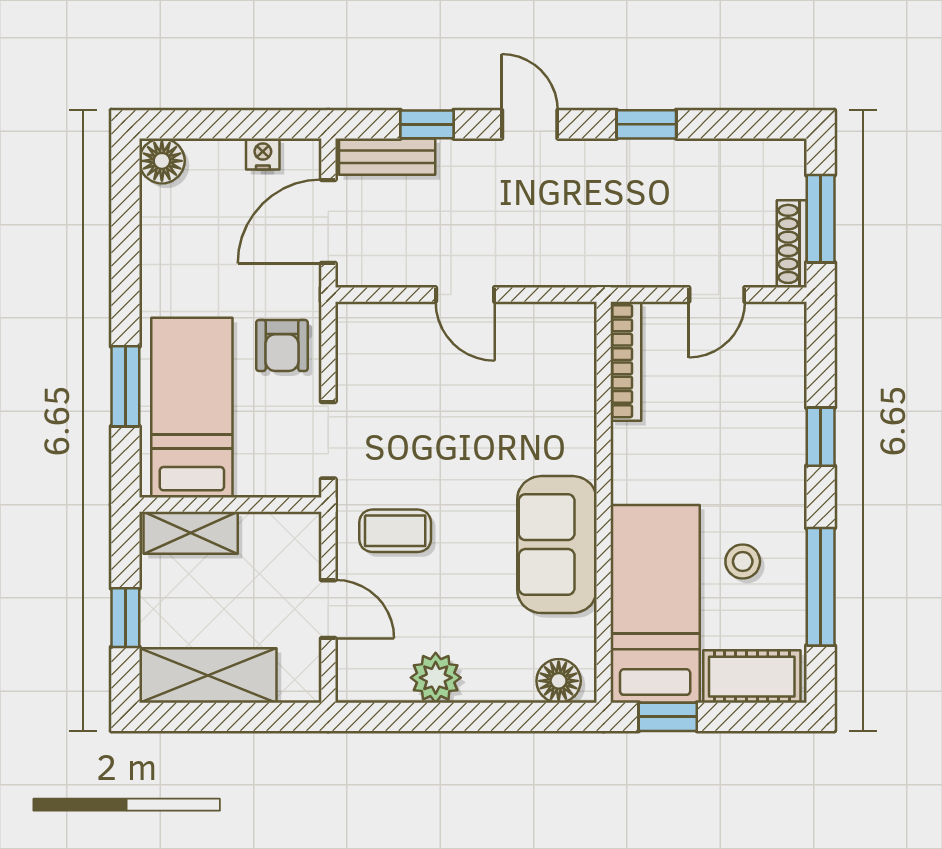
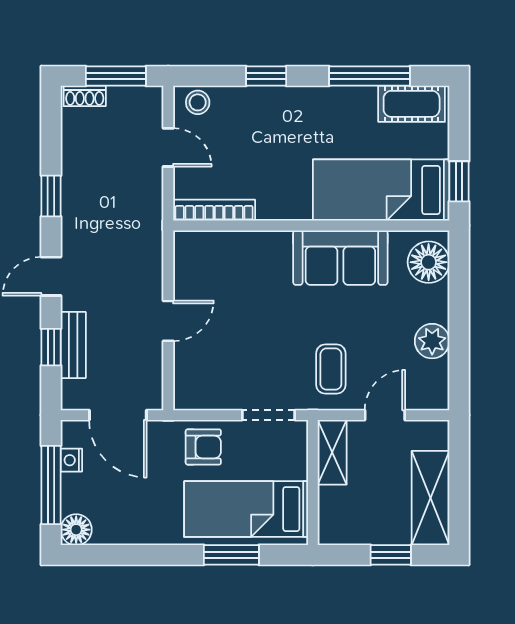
window: (227, 124) -> (51, 485), added
bench: (387, 157) -> (73, 345), moved
shoe rack: (792, 244) -> (85, 96), moved, width x0.70
shelving: (191, 533) -> (332, 452), moved
stool: (743, 561) -> (198, 102), moved
cot: (752, 677) -> (412, 104), moved, turned 90
floor lamp: (559, 681) -> (429, 262), width x1.38, depth x1.38

